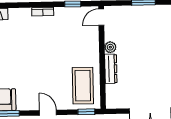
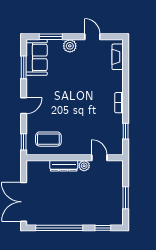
door: (101, 17) -> (99, 158), moved
coffee table: (83, 86) -> (48, 139), width x0.73, depth x0.76

